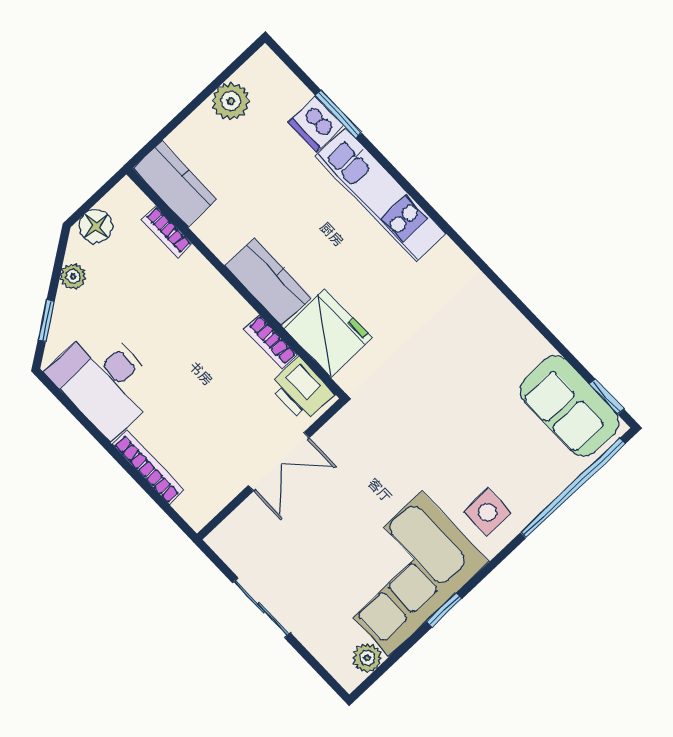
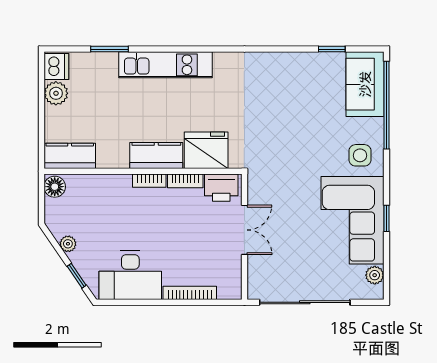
dishwasher: (316, 124) -> (56, 67), moved, turned -90
floor lamp: (96, 226) -> (55, 187), moved
bookcase: (167, 232) -> (149, 181), moved
window: (606, 397) -> (332, 49), moved
sofa: (569, 406) -> (365, 84), moved, turned 90
sliding door: (261, 608) -> (305, 302), width x1.86

